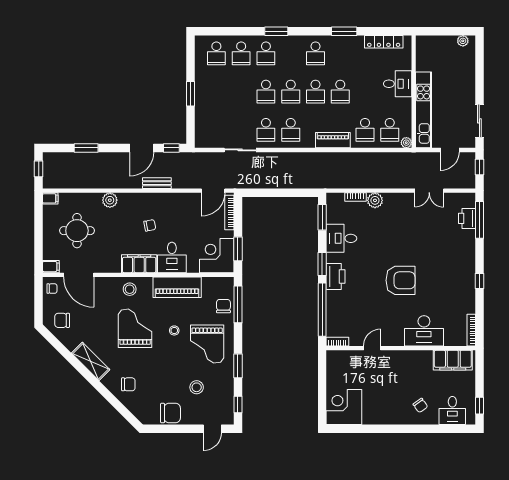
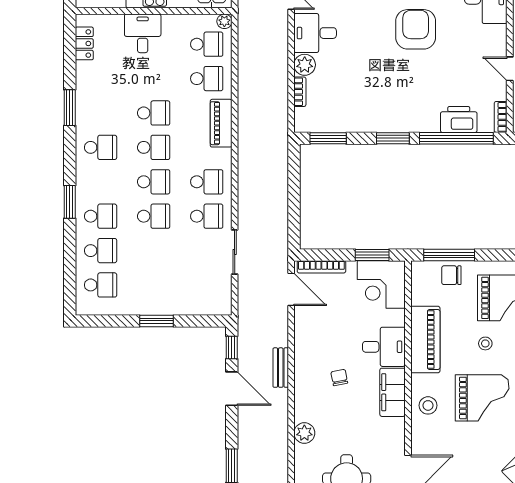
locker: (384, 42) -> (84, 43), width x0.66
desk: (341, 238) -> (315, 33), moved, turned 90
printer: (336, 277) -> (459, 119), moved
grand piano: (135, 328) -> (482, 398), turned 180

